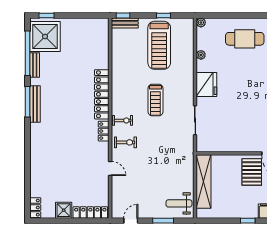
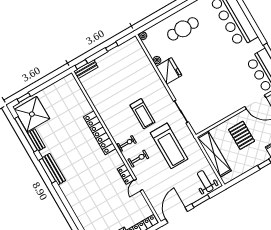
treadmill: (159, 45) -> (169, 146), moved
fridge: (206, 85) -> (169, 71), moved
locker: (104, 131) -> (126, 174), moved
door: (110, 169) -> (138, 185), swing flipped
pallet: (252, 172) -> (242, 135), moved
weight bench: (179, 203) -> (205, 181), turned 90
door: (131, 221) -> (176, 215), width x1.87

